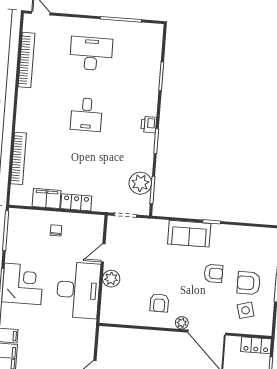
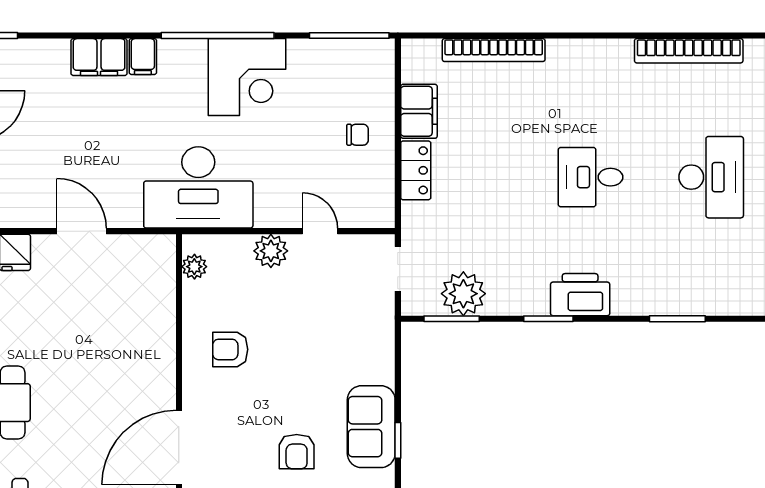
printer: (149, 125) -> (580, 295), width x1.87, depth x1.48
sofa: (189, 234) -> (371, 427), moved
desk: (78, 290) -> (198, 187), moved
plant: (182, 323) -> (194, 267), moved

